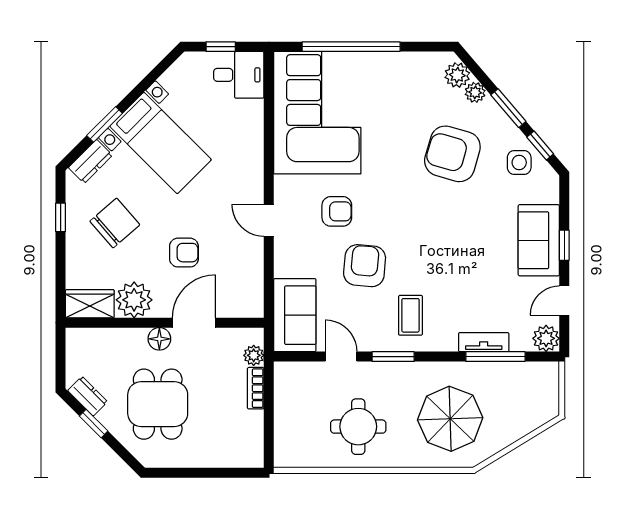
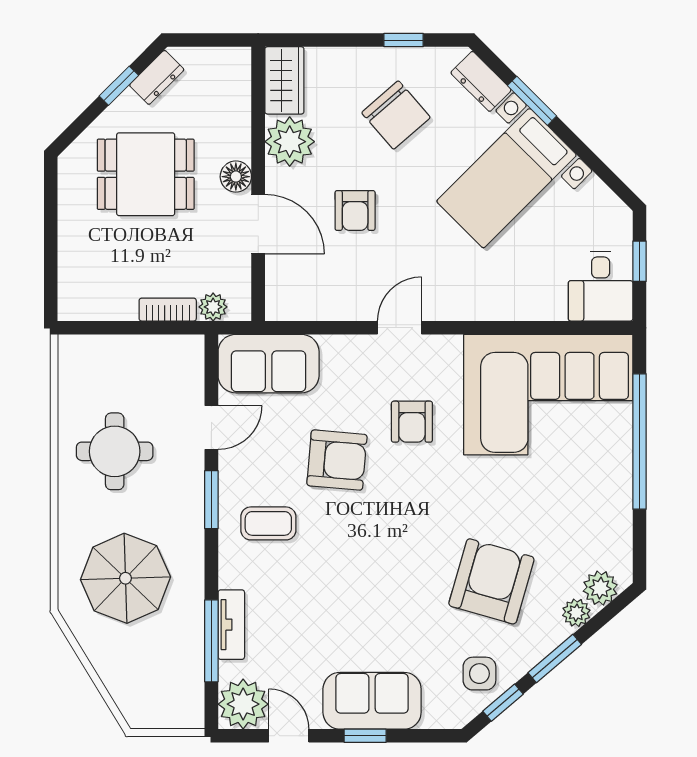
plant: (546, 338) -> (243, 704), width x1.36, depth x1.36

